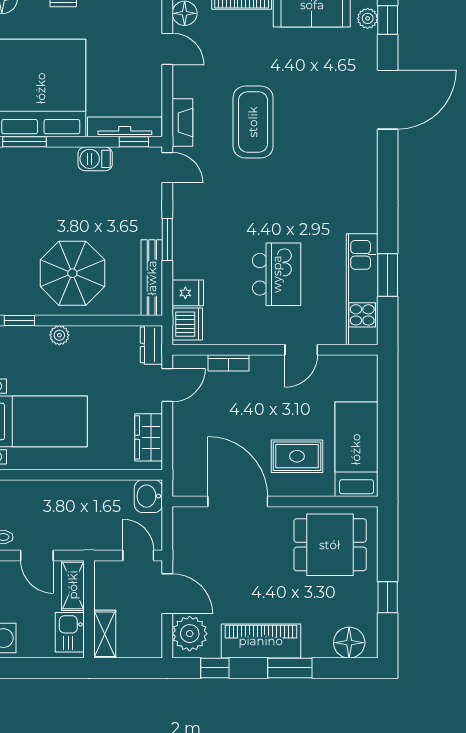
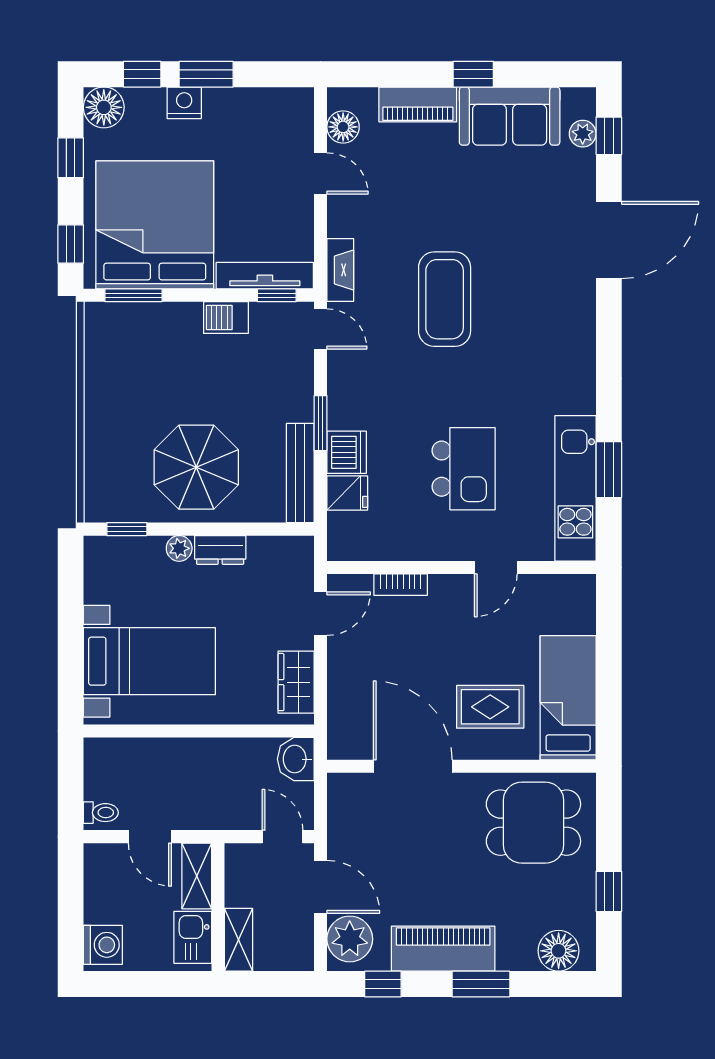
coffee table: (253, 122) -> (445, 299), moved
dishwasher: (187, 324) -> (347, 452), moved
dresser: (151, 345) -> (220, 550), moved, turned -90

